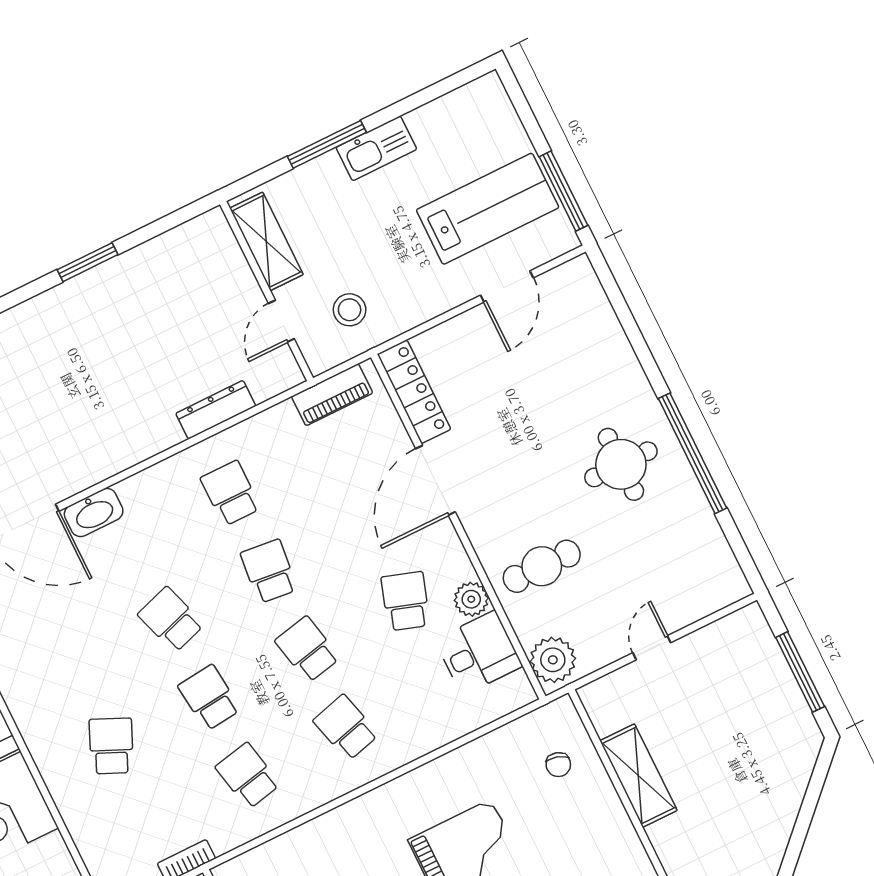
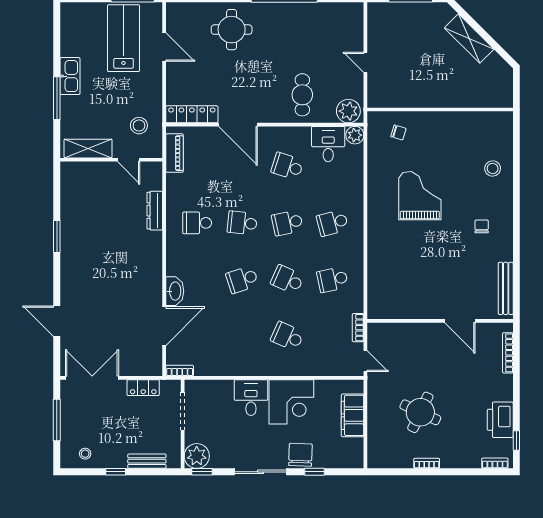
round table: (621, 464) -> (232, 30), moved
plant: (471, 599) -> (355, 135), moved
school desk: (209, 698) -> (287, 280), turned 30
shelving: (638, 776) -> (469, 39), moved, turned 45

